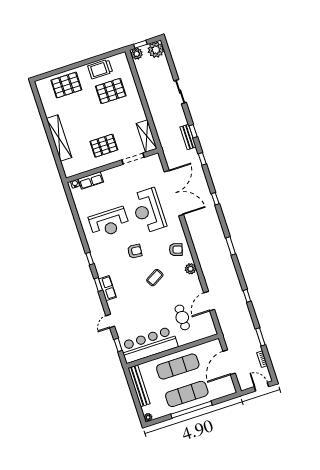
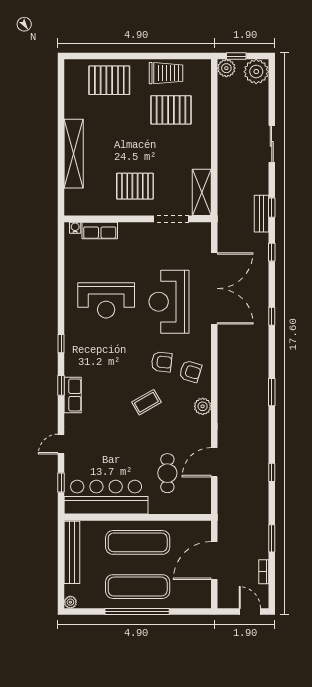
trolley: (100, 69) -> (166, 73), turned 180
armchair: (135, 251) -> (162, 362), moved

